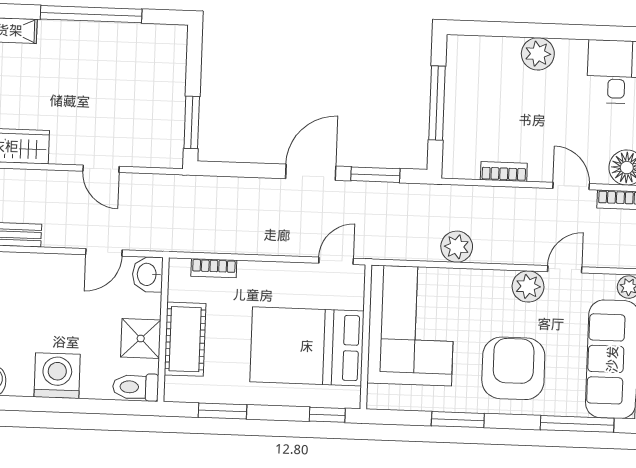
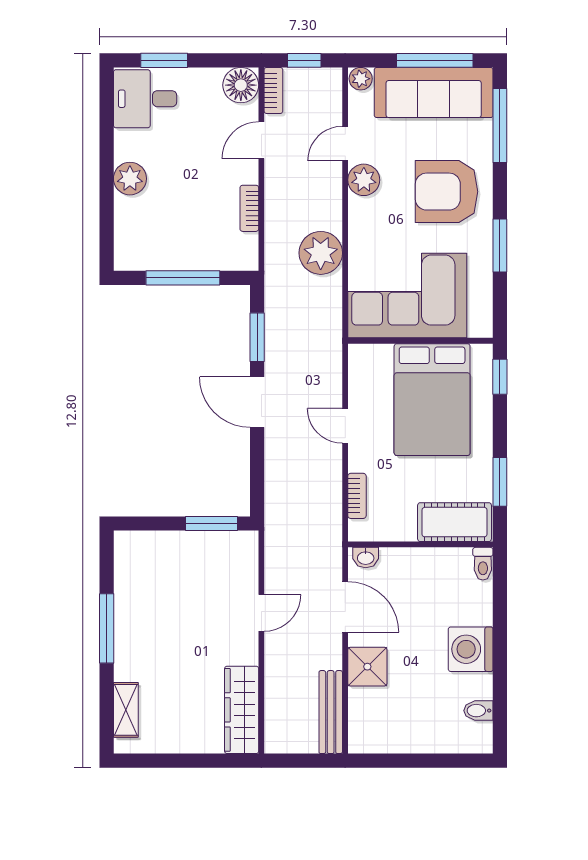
window: (91, 14) -> (107, 628), width x0.68
plant: (457, 247) -> (321, 253), width x1.36, depth x1.36
door: (104, 252) -> (345, 607), width x1.38
door: (336, 261) -> (345, 426), moved
door: (565, 269) -> (345, 144), hinge flipped
washbasin: (148, 274) -> (366, 558), width x0.72, depth x0.69
shower: (141, 339) -> (367, 667), moved
cot: (185, 339) -> (455, 522), moved
toilet: (136, 387) -> (483, 564), width x0.73, depth x0.72

